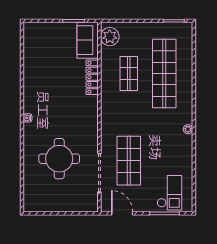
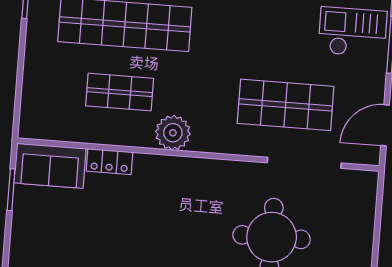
plant: (110, 37) -> (173, 133), moved
locker: (92, 77) -> (110, 162), width x0.66

